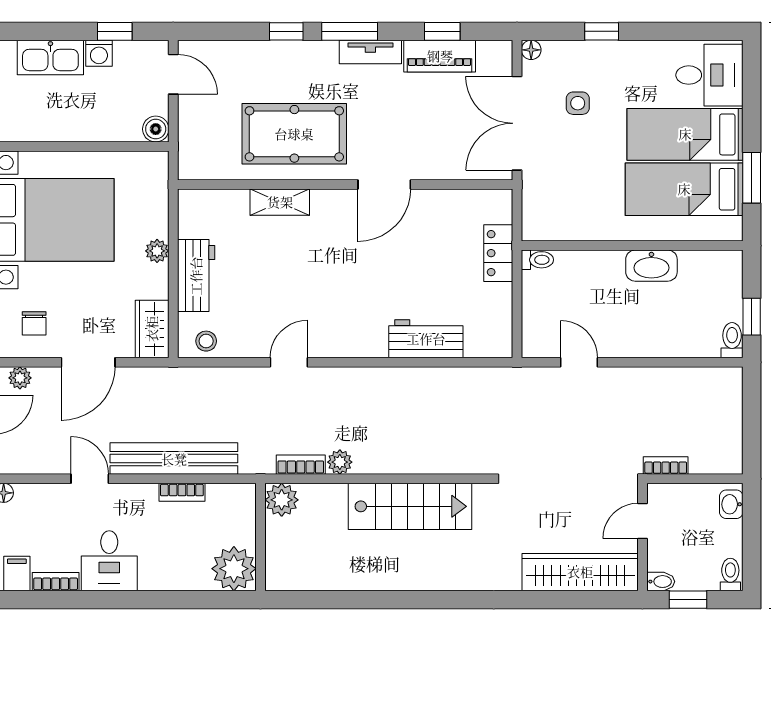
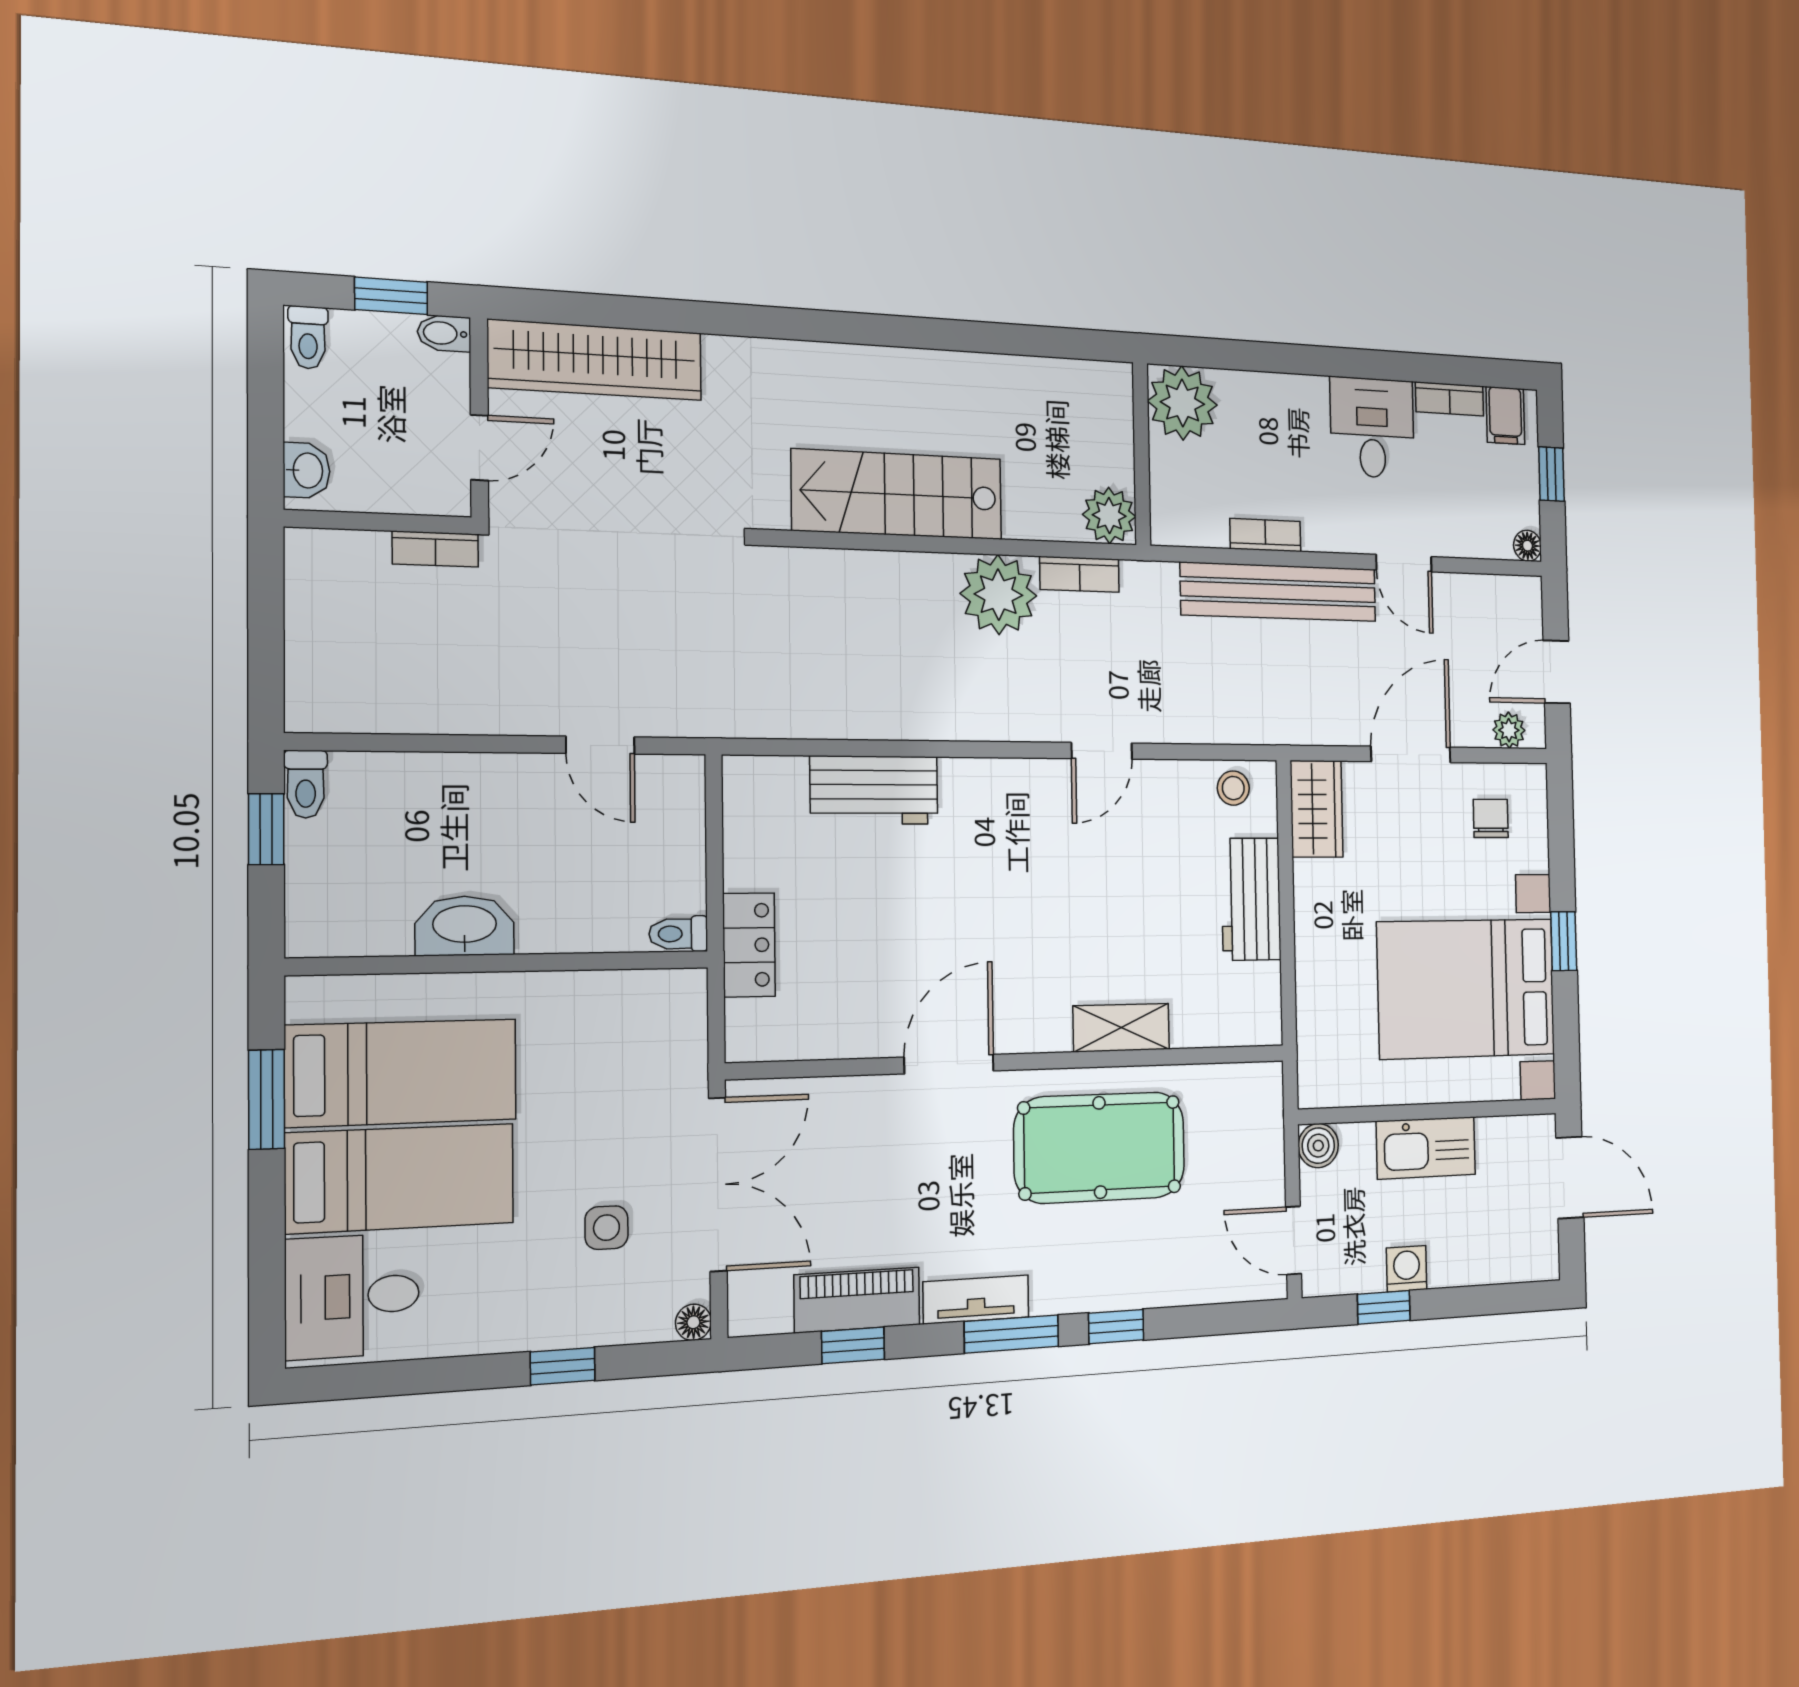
kitchen sink: (50, 58) -> (1426, 1148), moved, turned 180
plant: (157, 251) -> (1312, 940), removed
plant: (340, 462) -> (998, 595), width x1.87, depth x1.87

